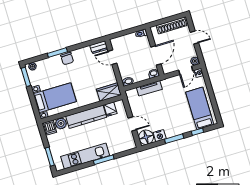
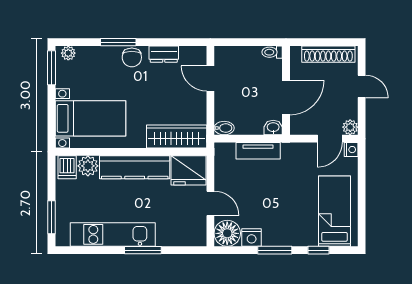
dresser: (99, 47) -> (164, 54), moved
wardrobe: (109, 92) -> (177, 136), width x1.50
fridge: (110, 109) -> (189, 170), width x1.88, depth x1.34

